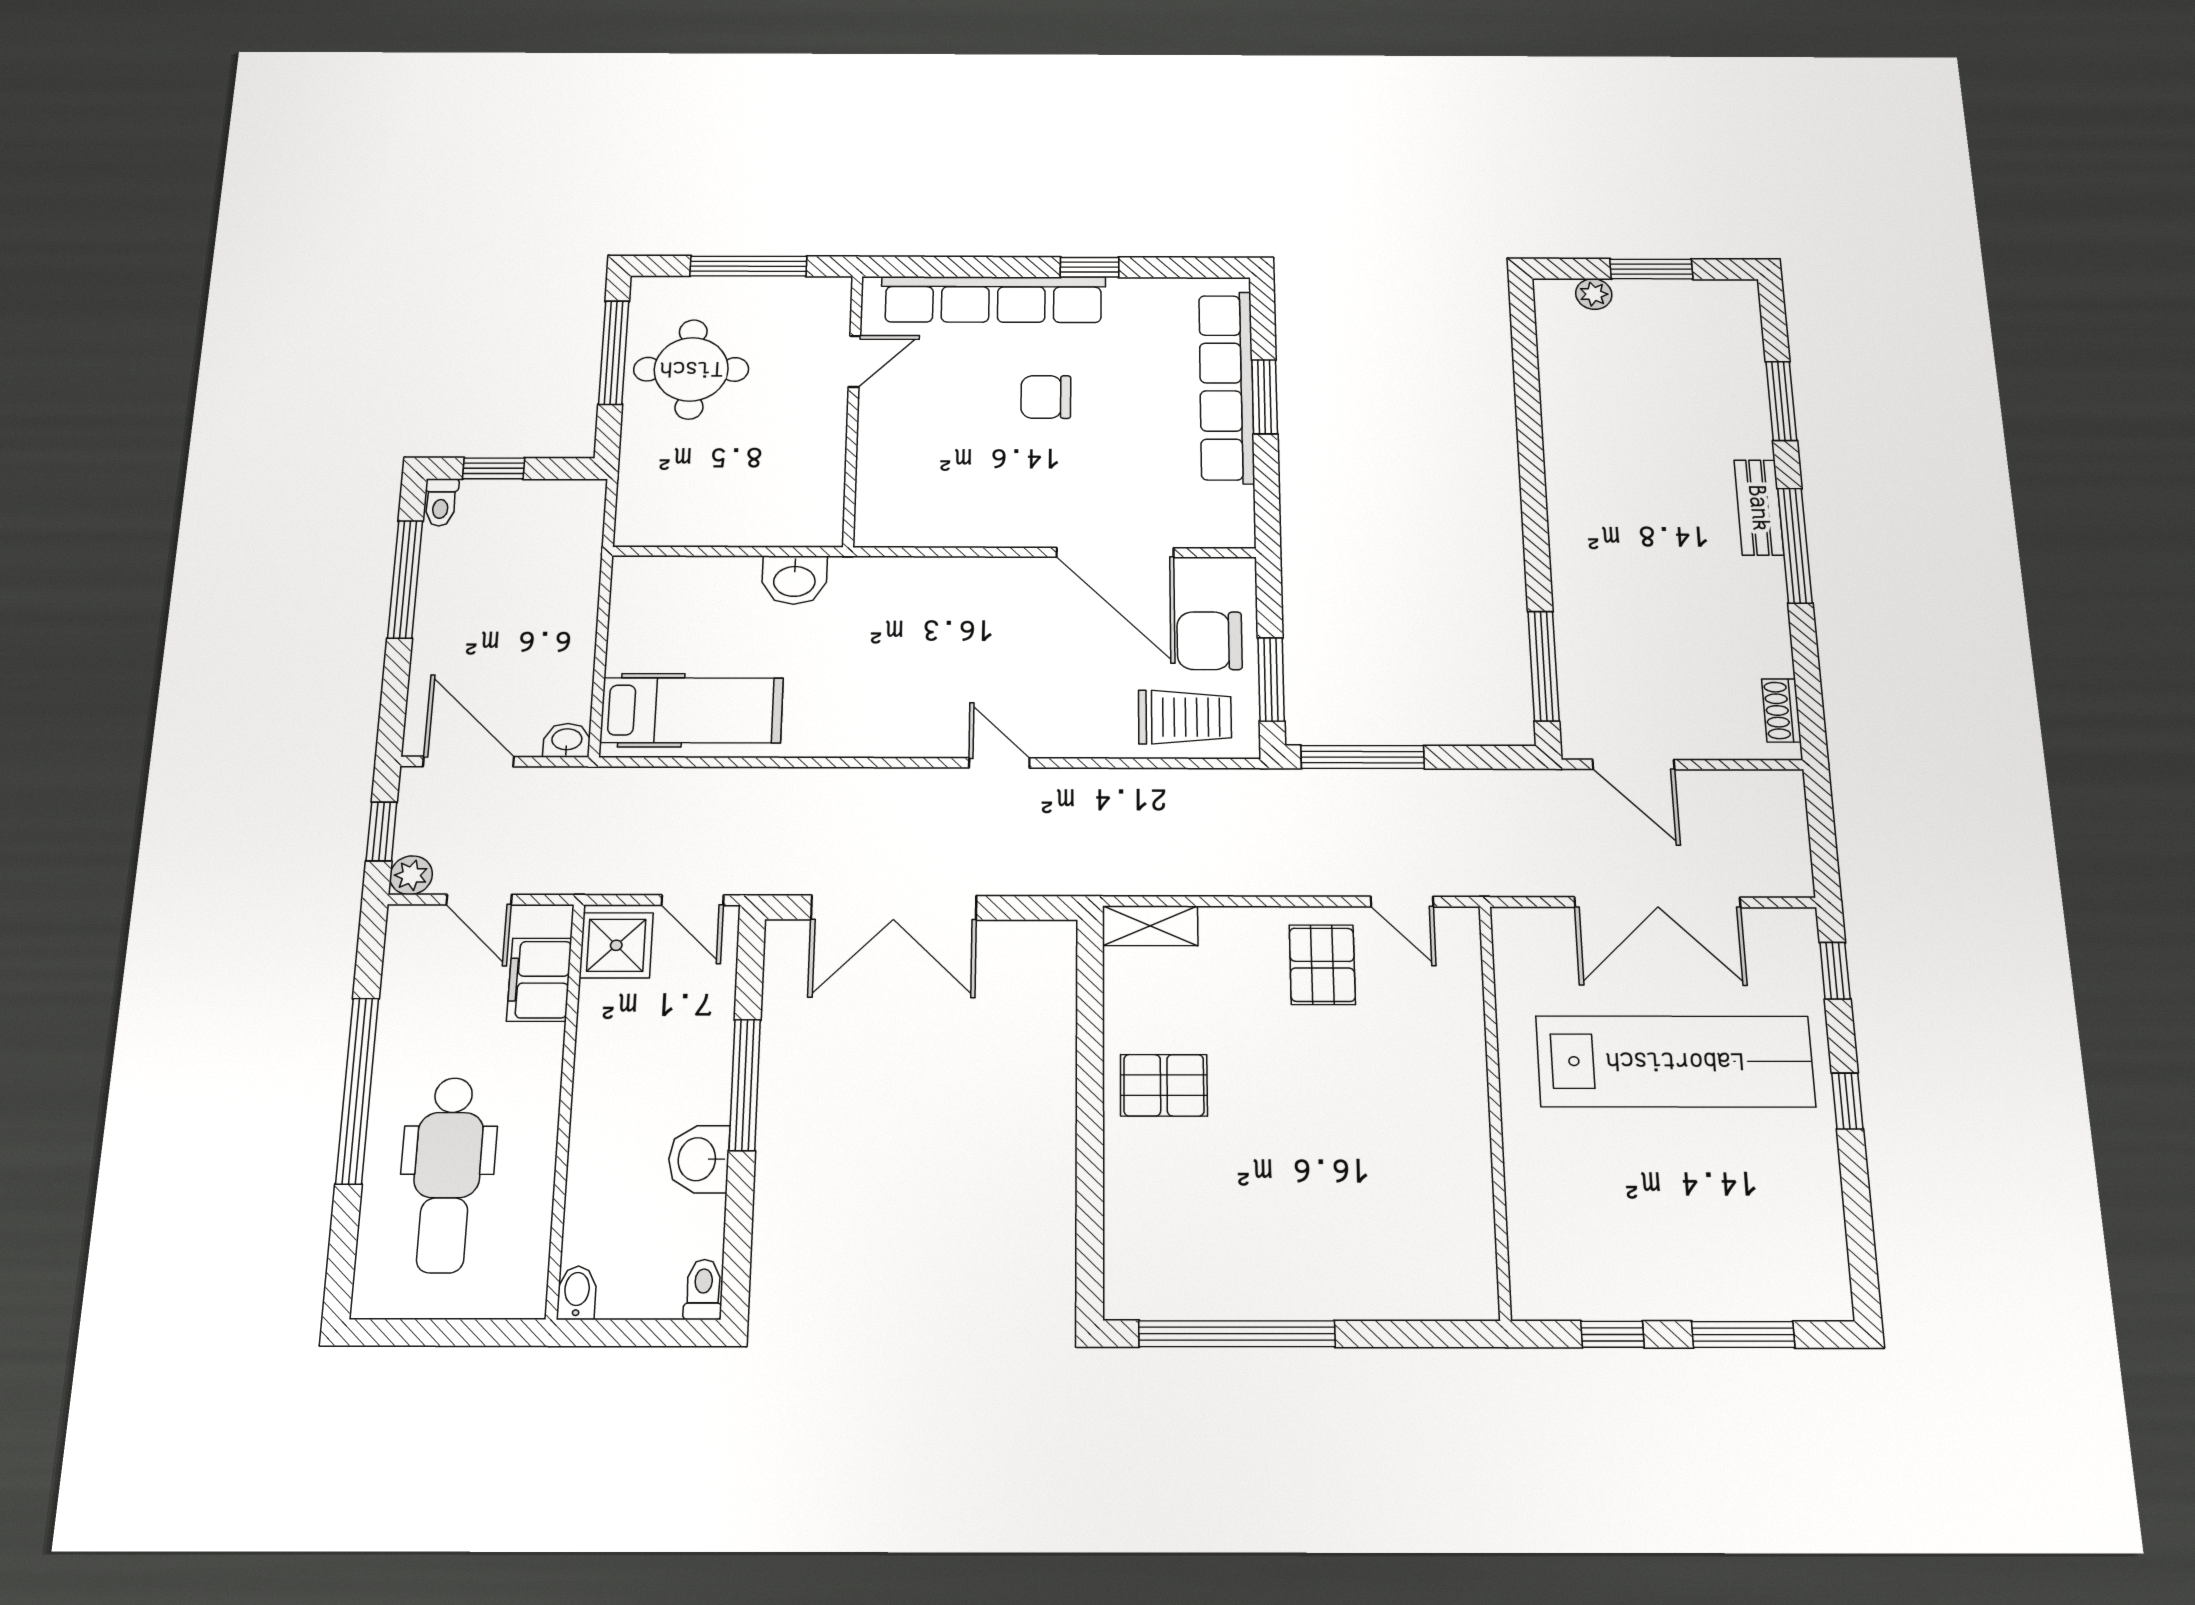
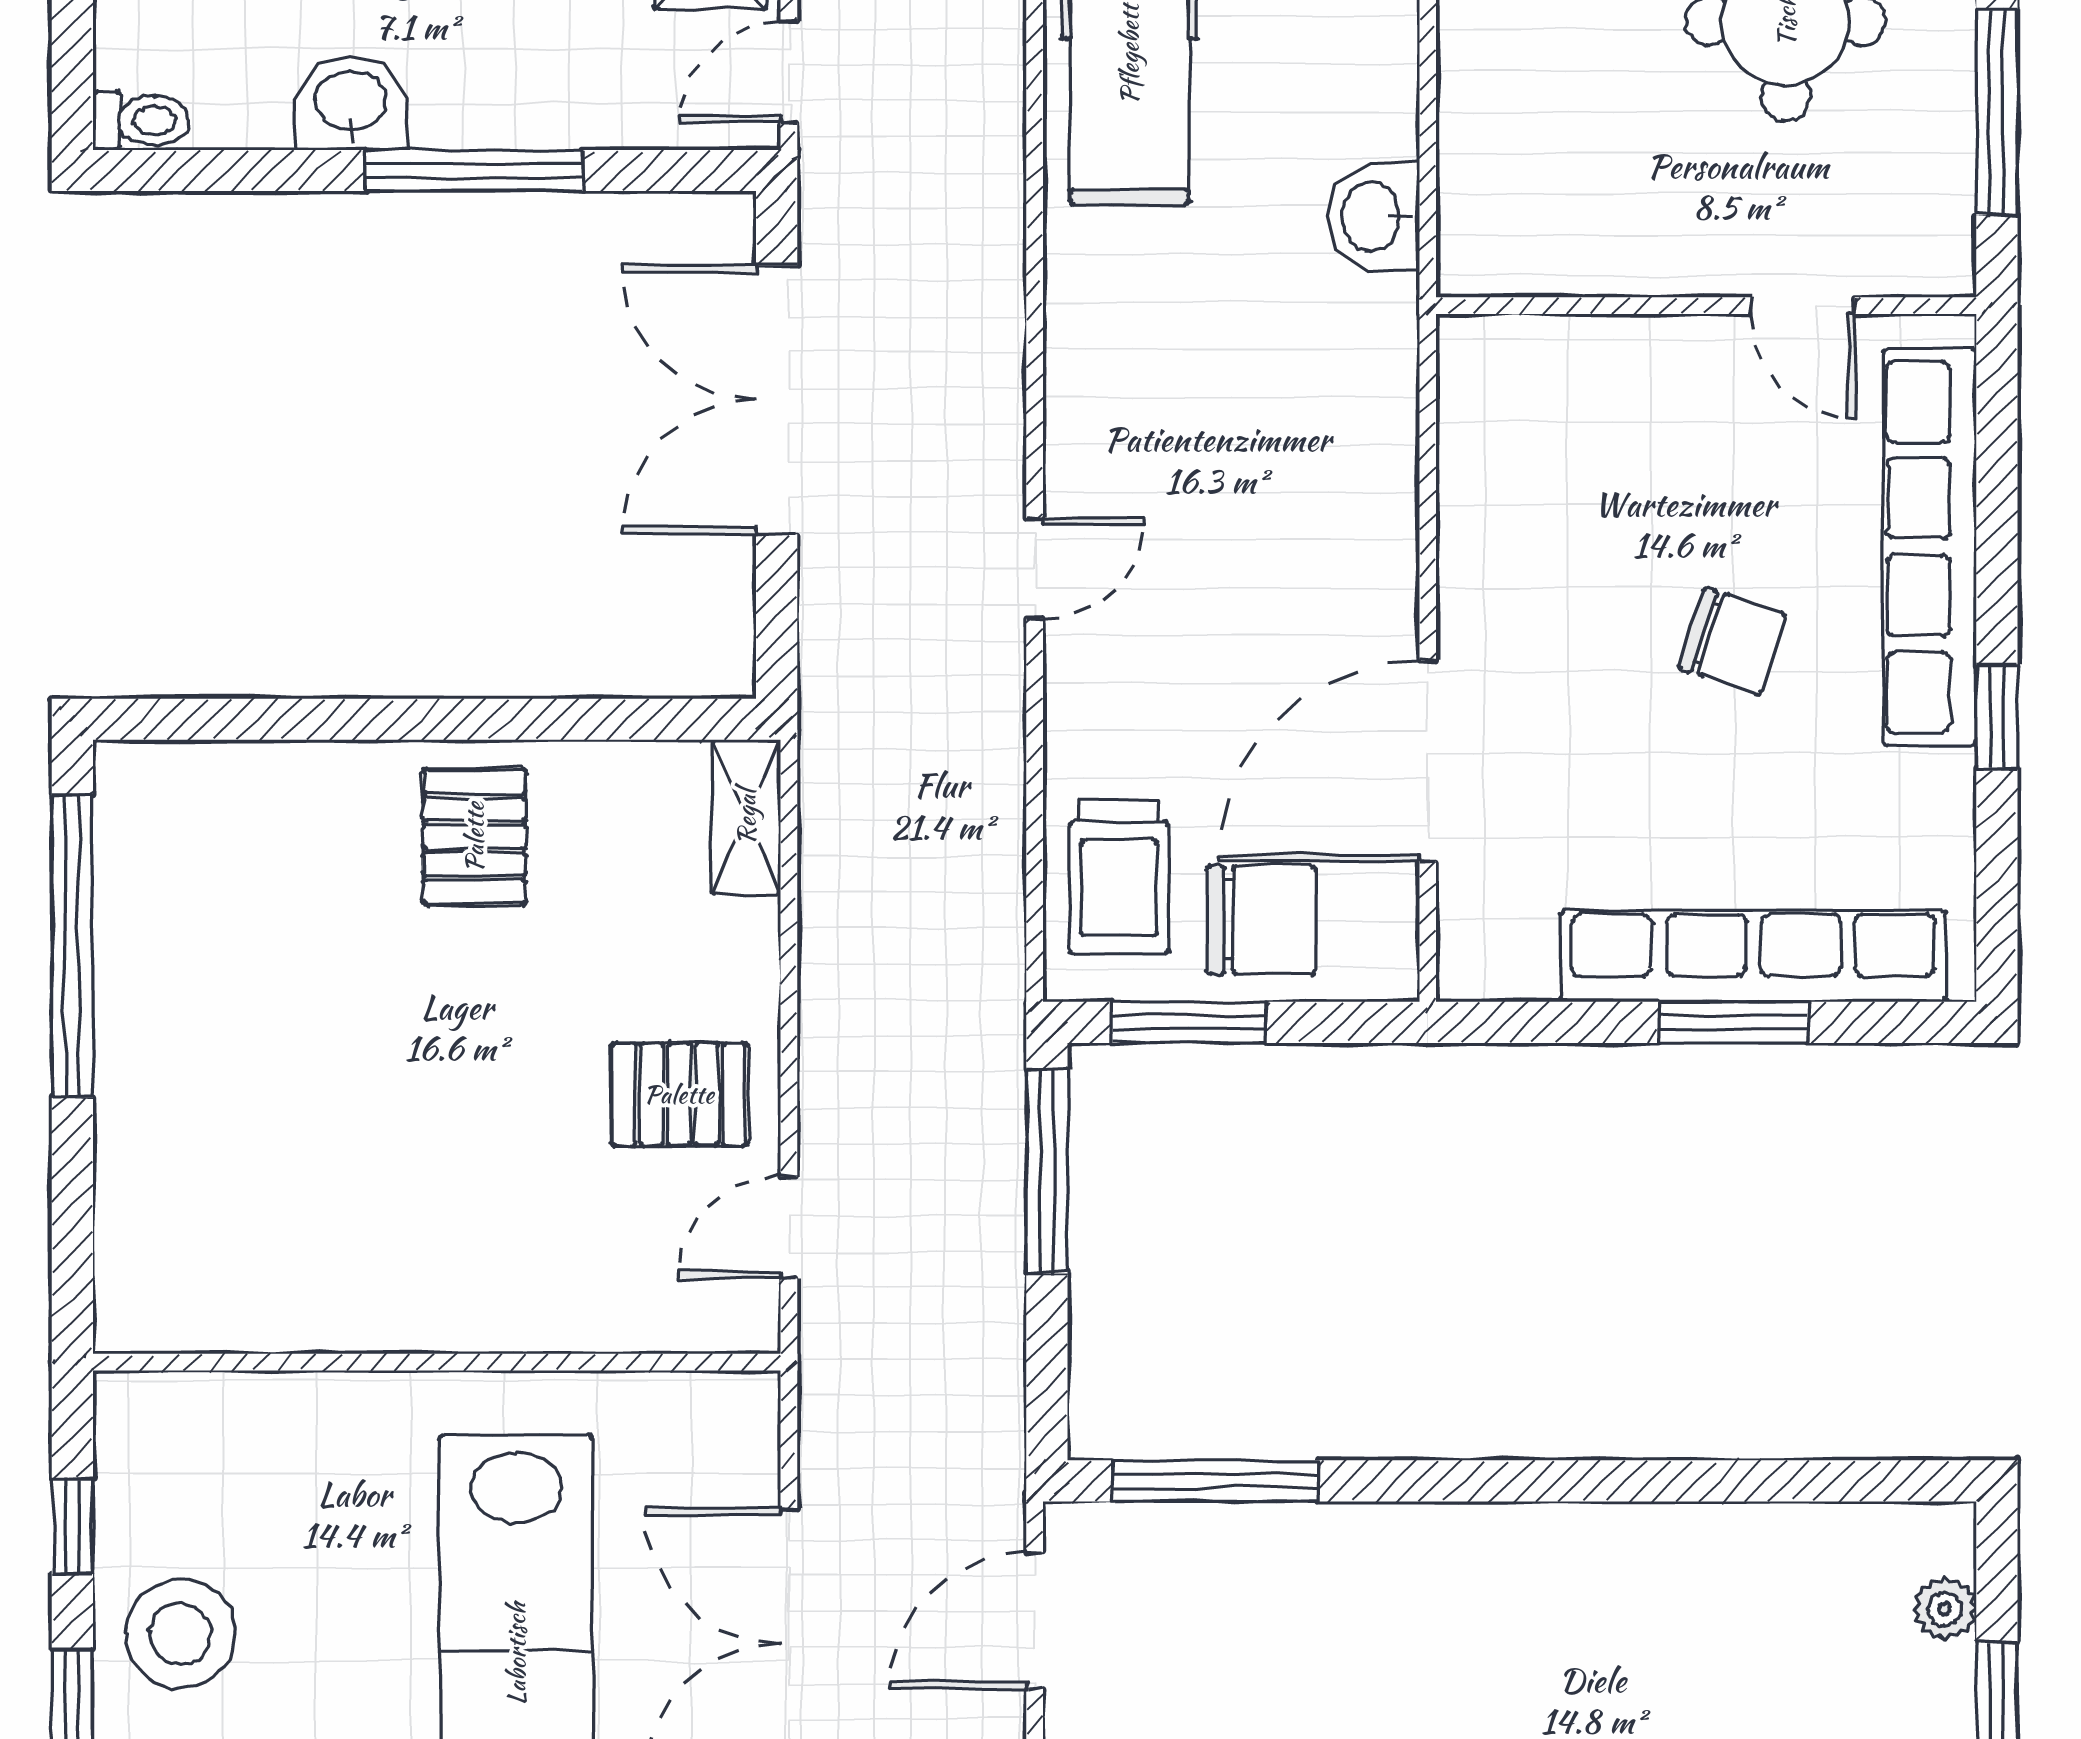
chair: (1046, 397) -> (1732, 641), turned 108
chair: (1210, 641) -> (1261, 920), turned 90
stool: (1677, 1266) -> (180, 1634), added

